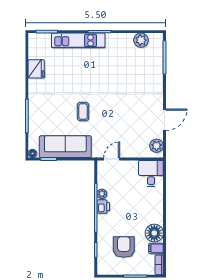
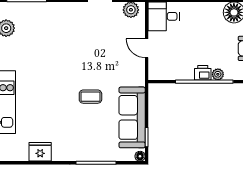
door: (112, 159) -> (147, 48), moved
plant: (102, 194) -> (218, 74), moved

